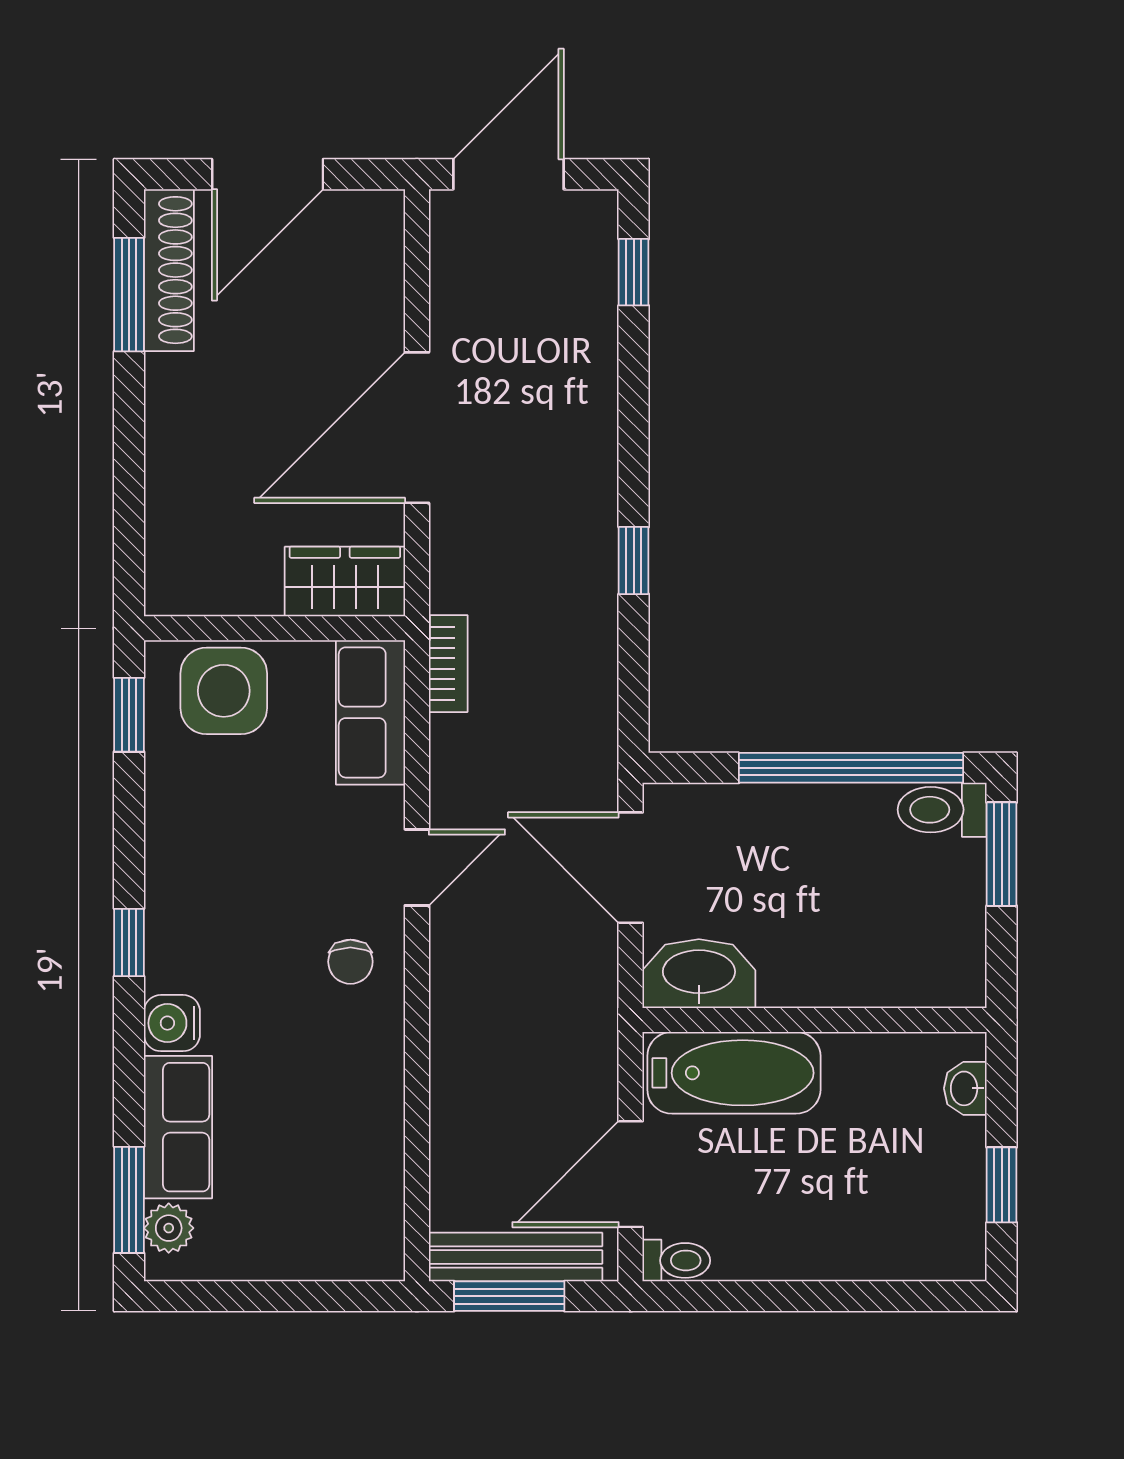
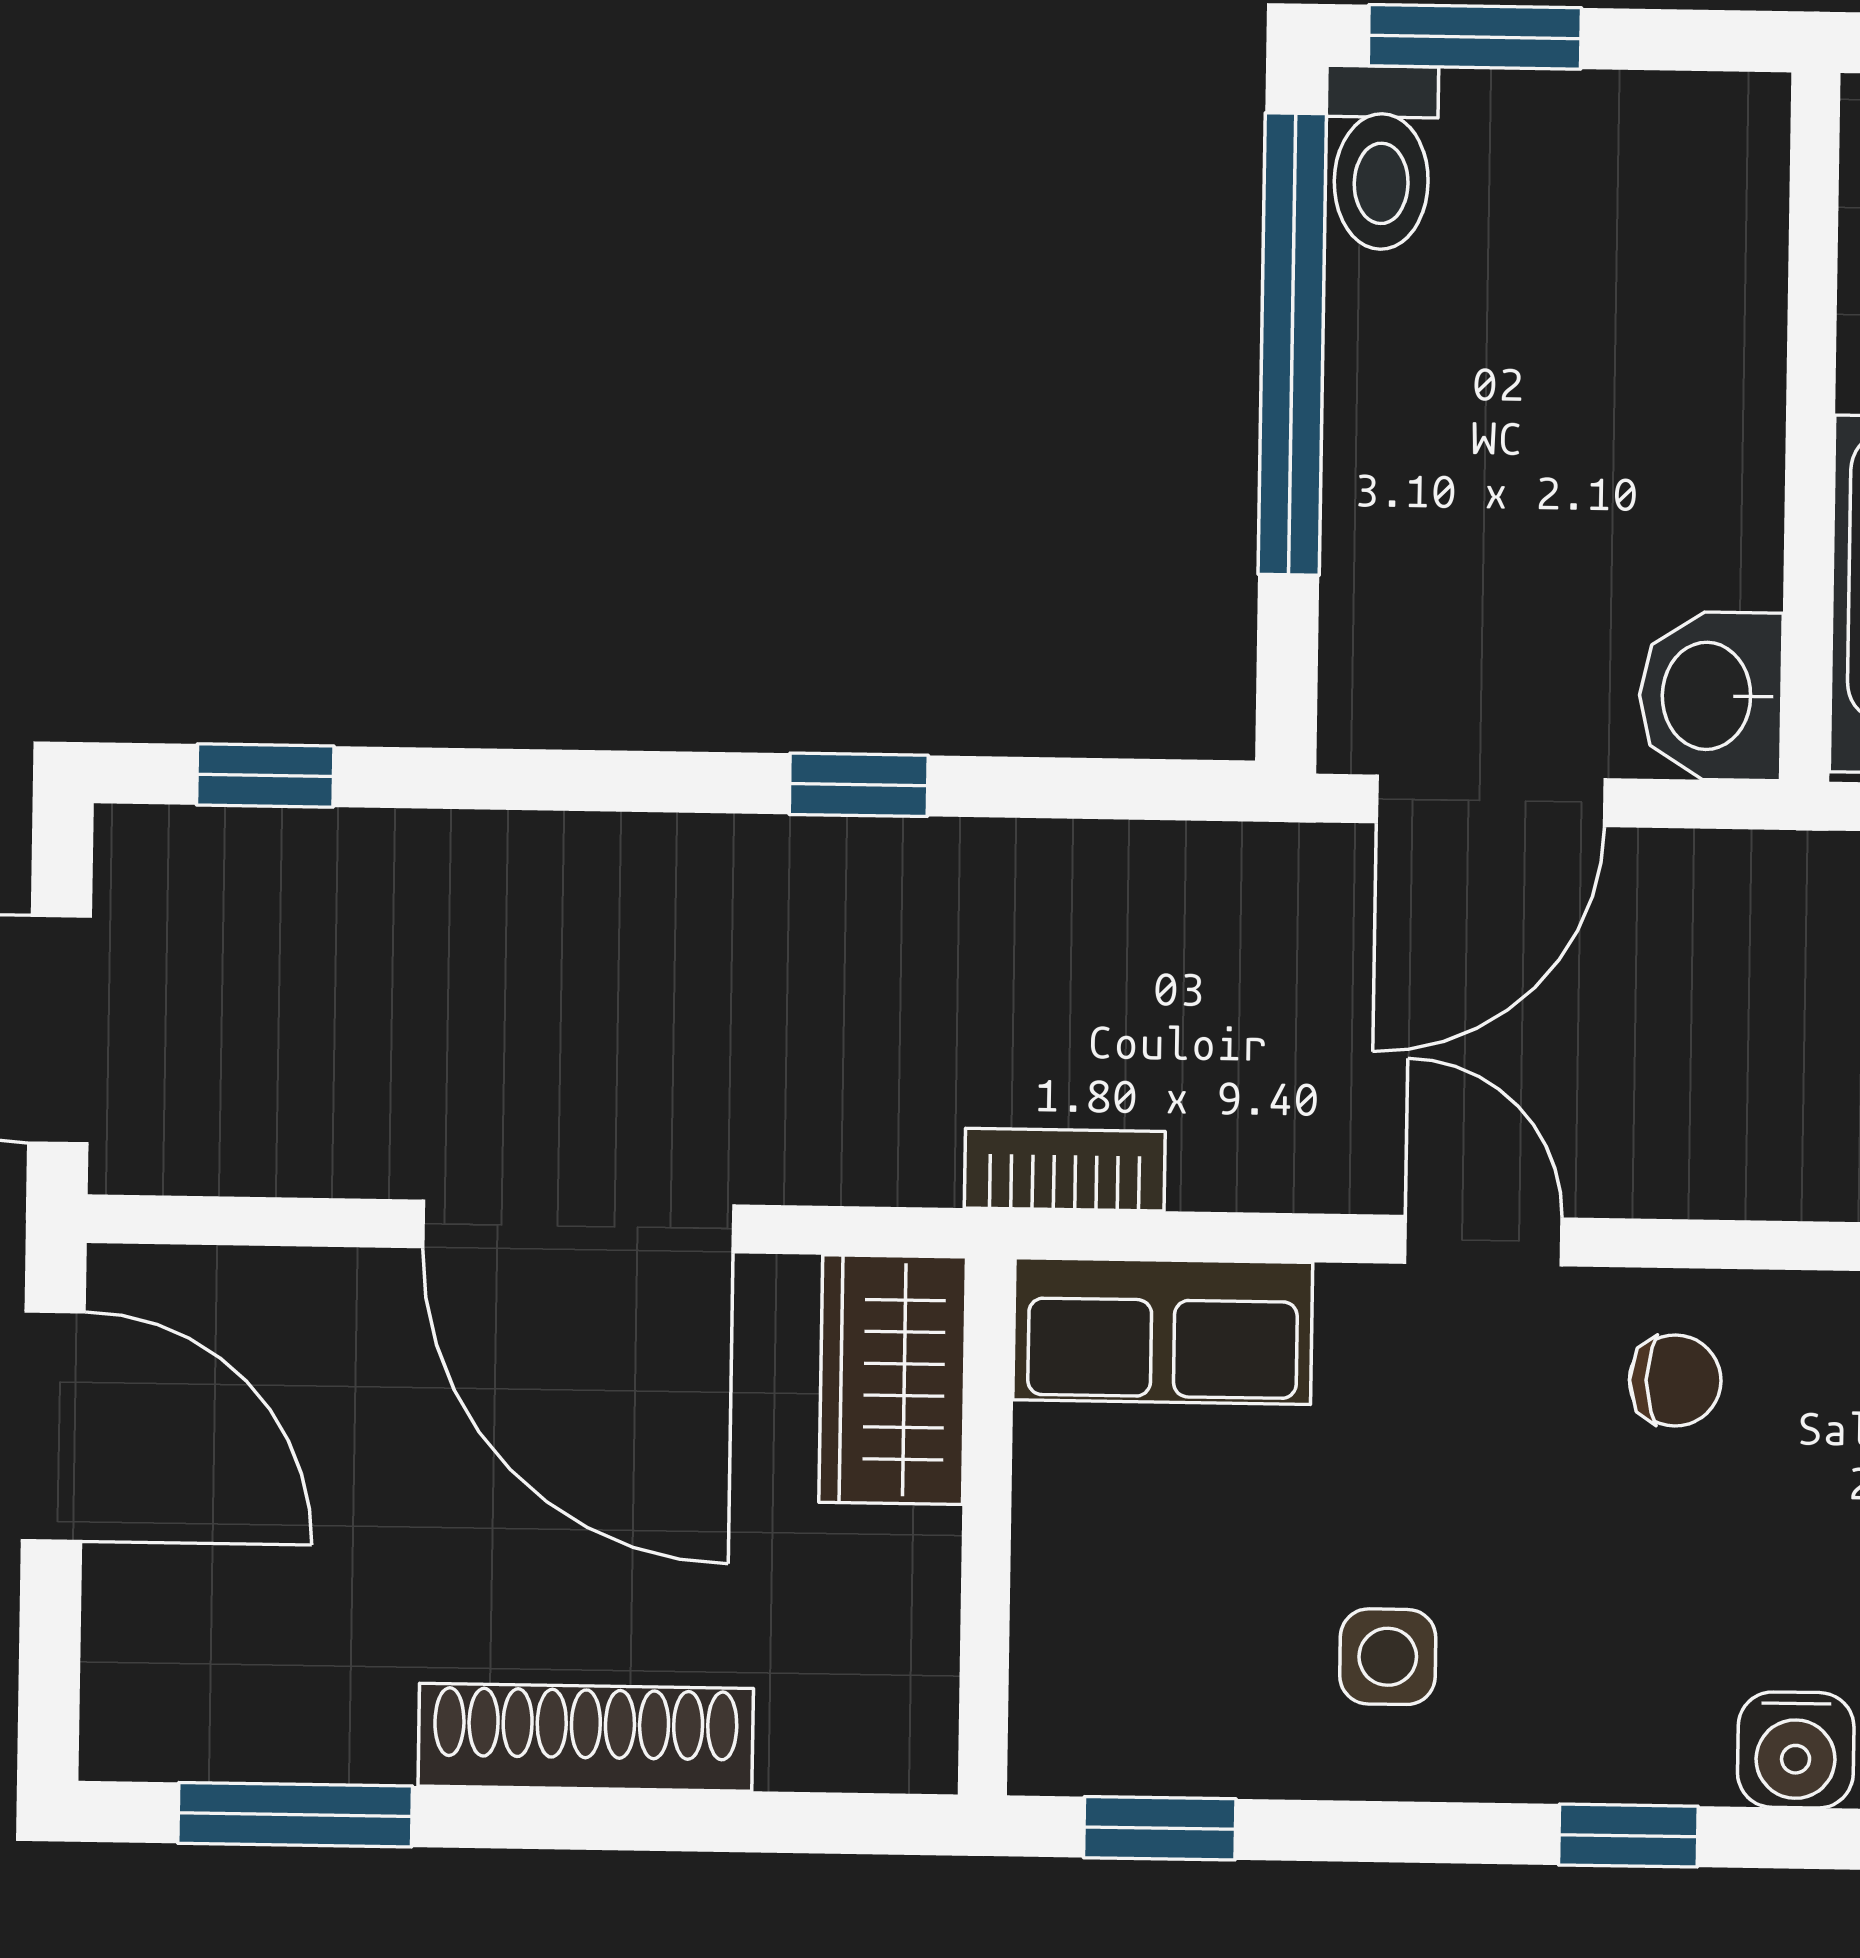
door: (268, 174) -> (53, 1426), moved
shoe rack: (169, 270) -> (586, 1737), moved
side table: (224, 691) -> (1388, 1657), moved, width x0.54, depth x0.54
washbasin: (699, 974) -> (1711, 696), width x0.72

